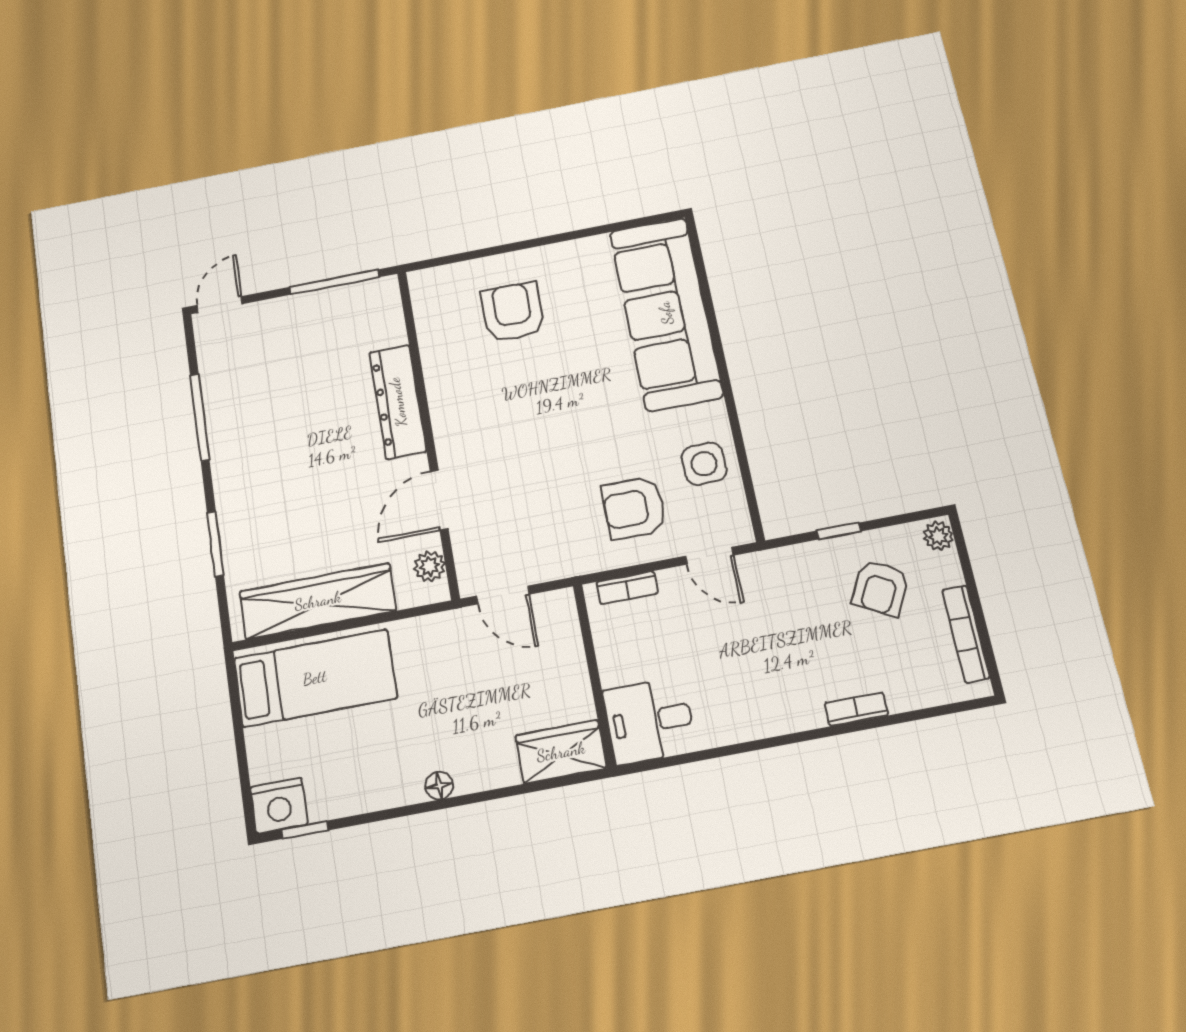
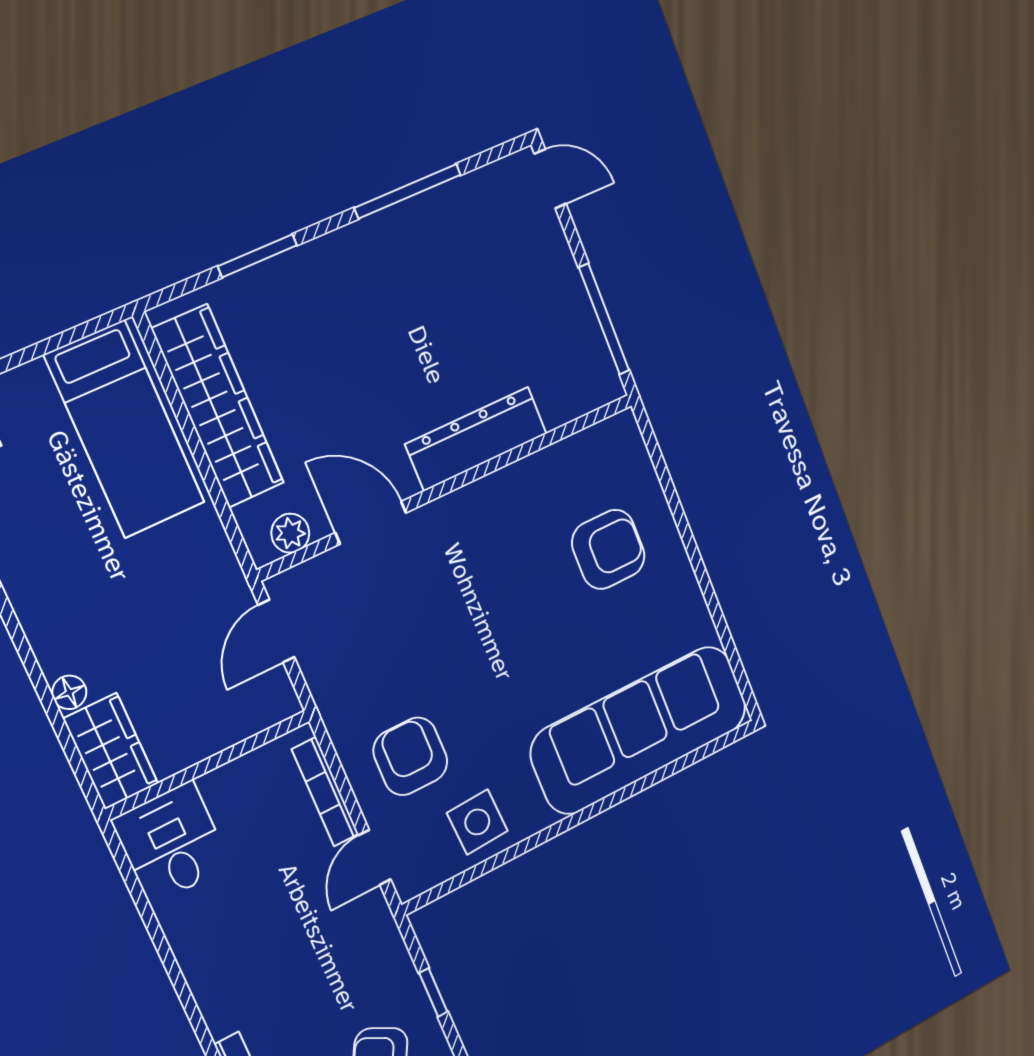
bookcase: (627, 588) -> (325, 792), width x1.56
floor lamp: (439, 785) -> (69, 692), moved

